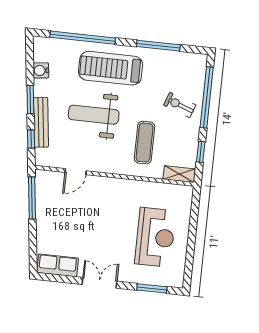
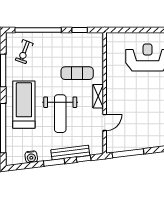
treadmill: (111, 68) -> (24, 105), turned 180
exercise bike: (180, 105) -> (24, 52), moved
door: (76, 172) -> (105, 123), hinge flipped
shelving: (179, 174) -> (98, 96), moved

